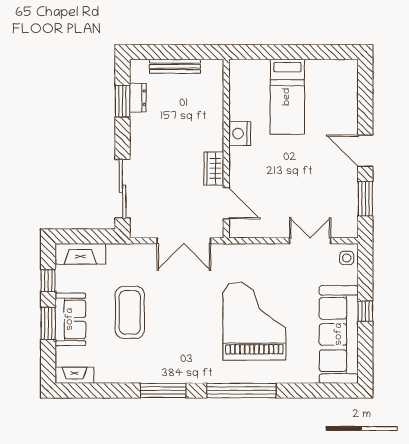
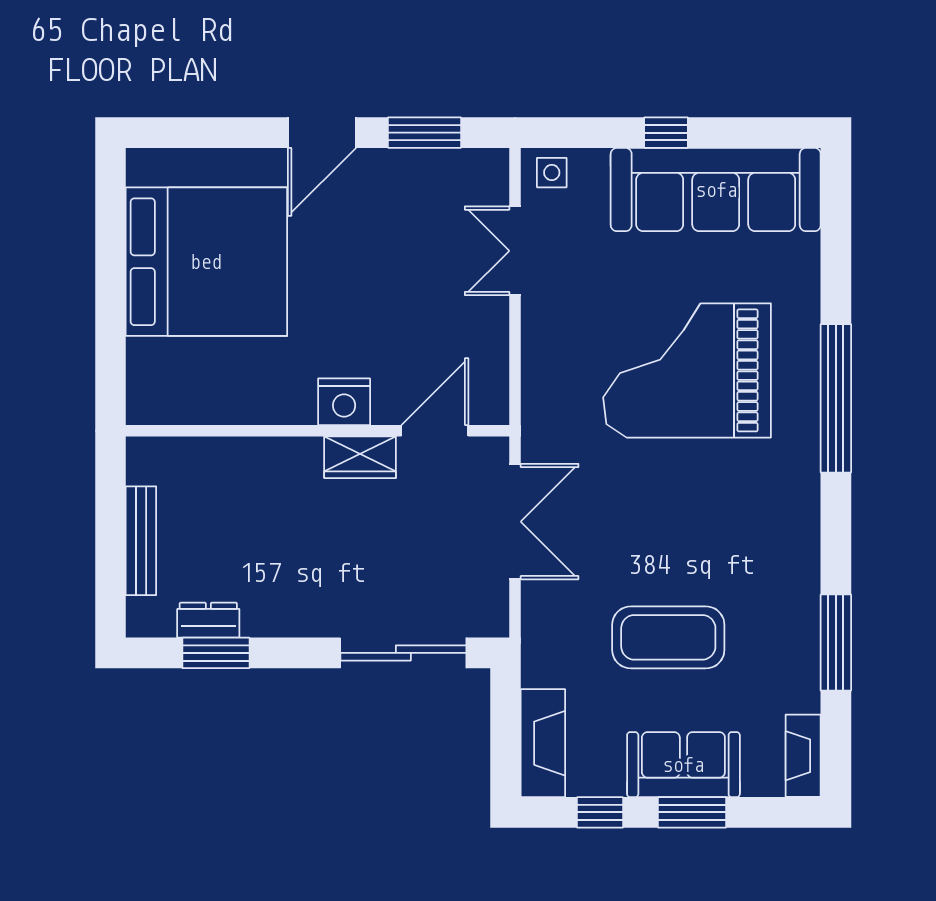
bed: (287, 97) -> (206, 262), width x2.04
nightstand: (240, 133) -> (344, 402), moved
window: (163, 391) -> (836, 643), moved

